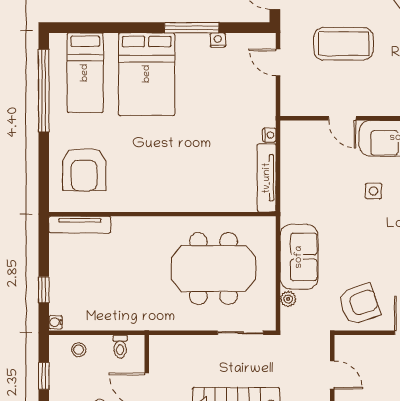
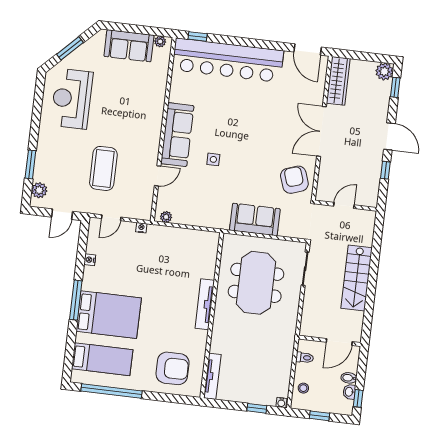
window: (192, 28) -> (76, 300), moved
nightstand: (269, 135) -> (141, 228), moved
tv unit: (267, 178) -> (205, 304), moved, turned 90
plant: (288, 299) -> (166, 217), moved

